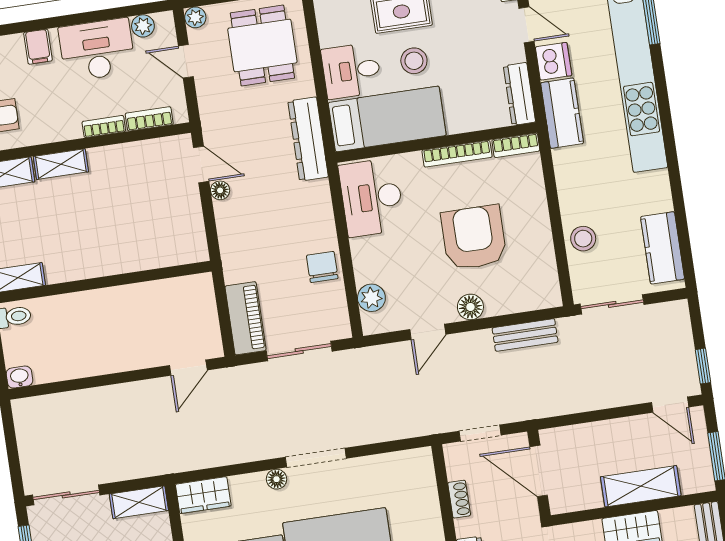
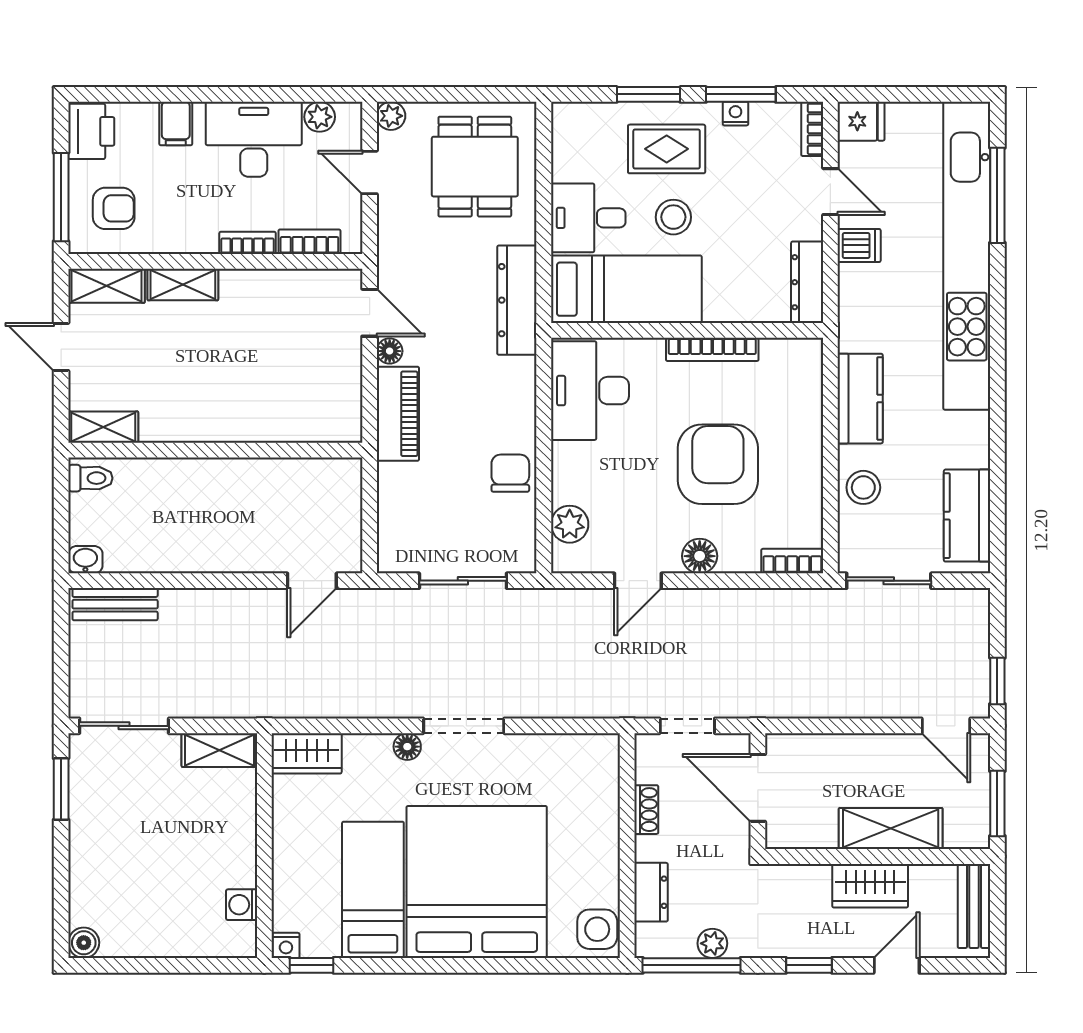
dishwasher: (554, 61) -> (859, 245), width x0.73
kitchen counter: (562, 113) -> (860, 399), moved
bookcase: (516, 145) -> (792, 561), moved, turned 180
piano: (245, 318) -> (398, 414), moved
bench: (525, 335) -> (115, 604), moved

